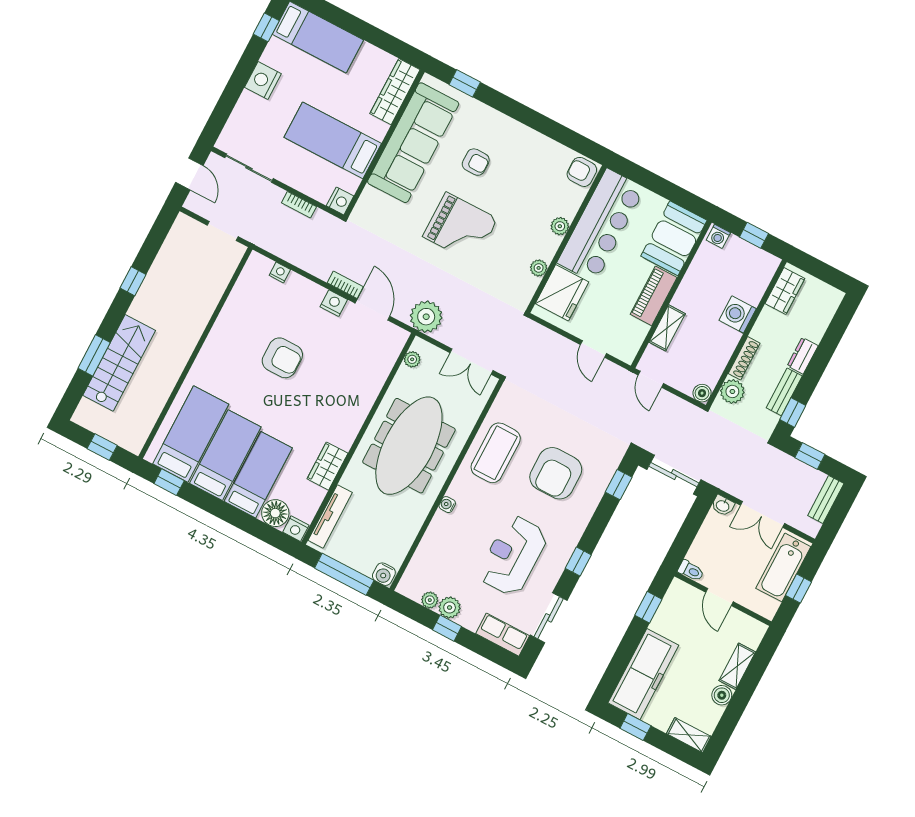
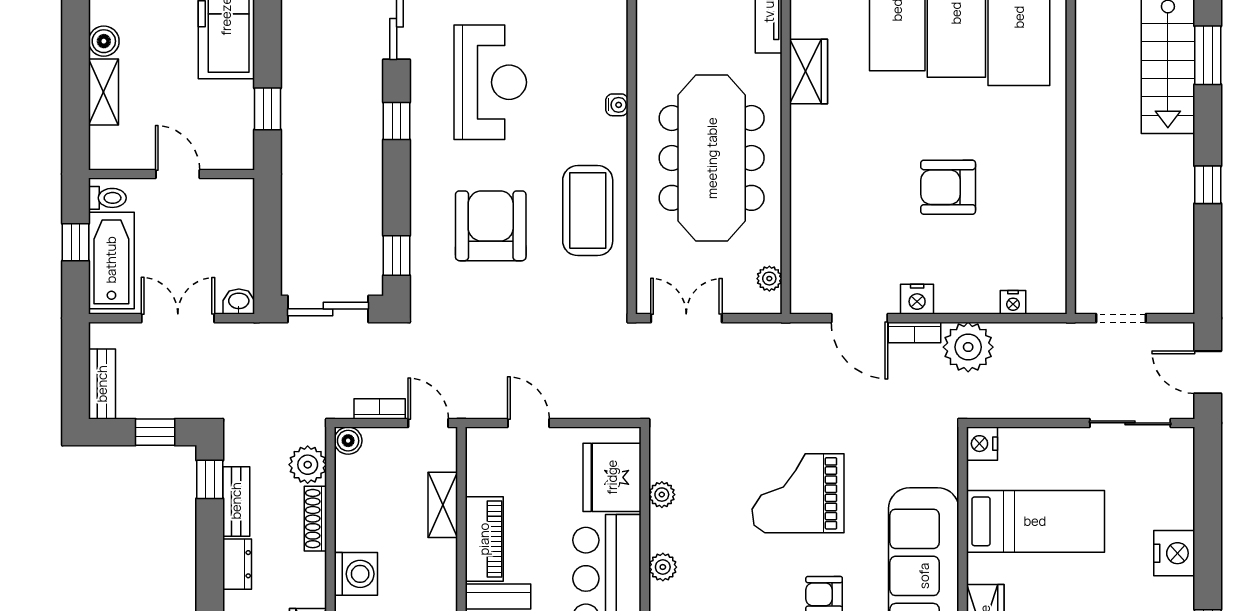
bookcase: (299, 205) -> (380, 409), moved
plant: (426, 317) -> (968, 347), moved
toilet: (691, 571) -> (107, 198), moved, turned 180

